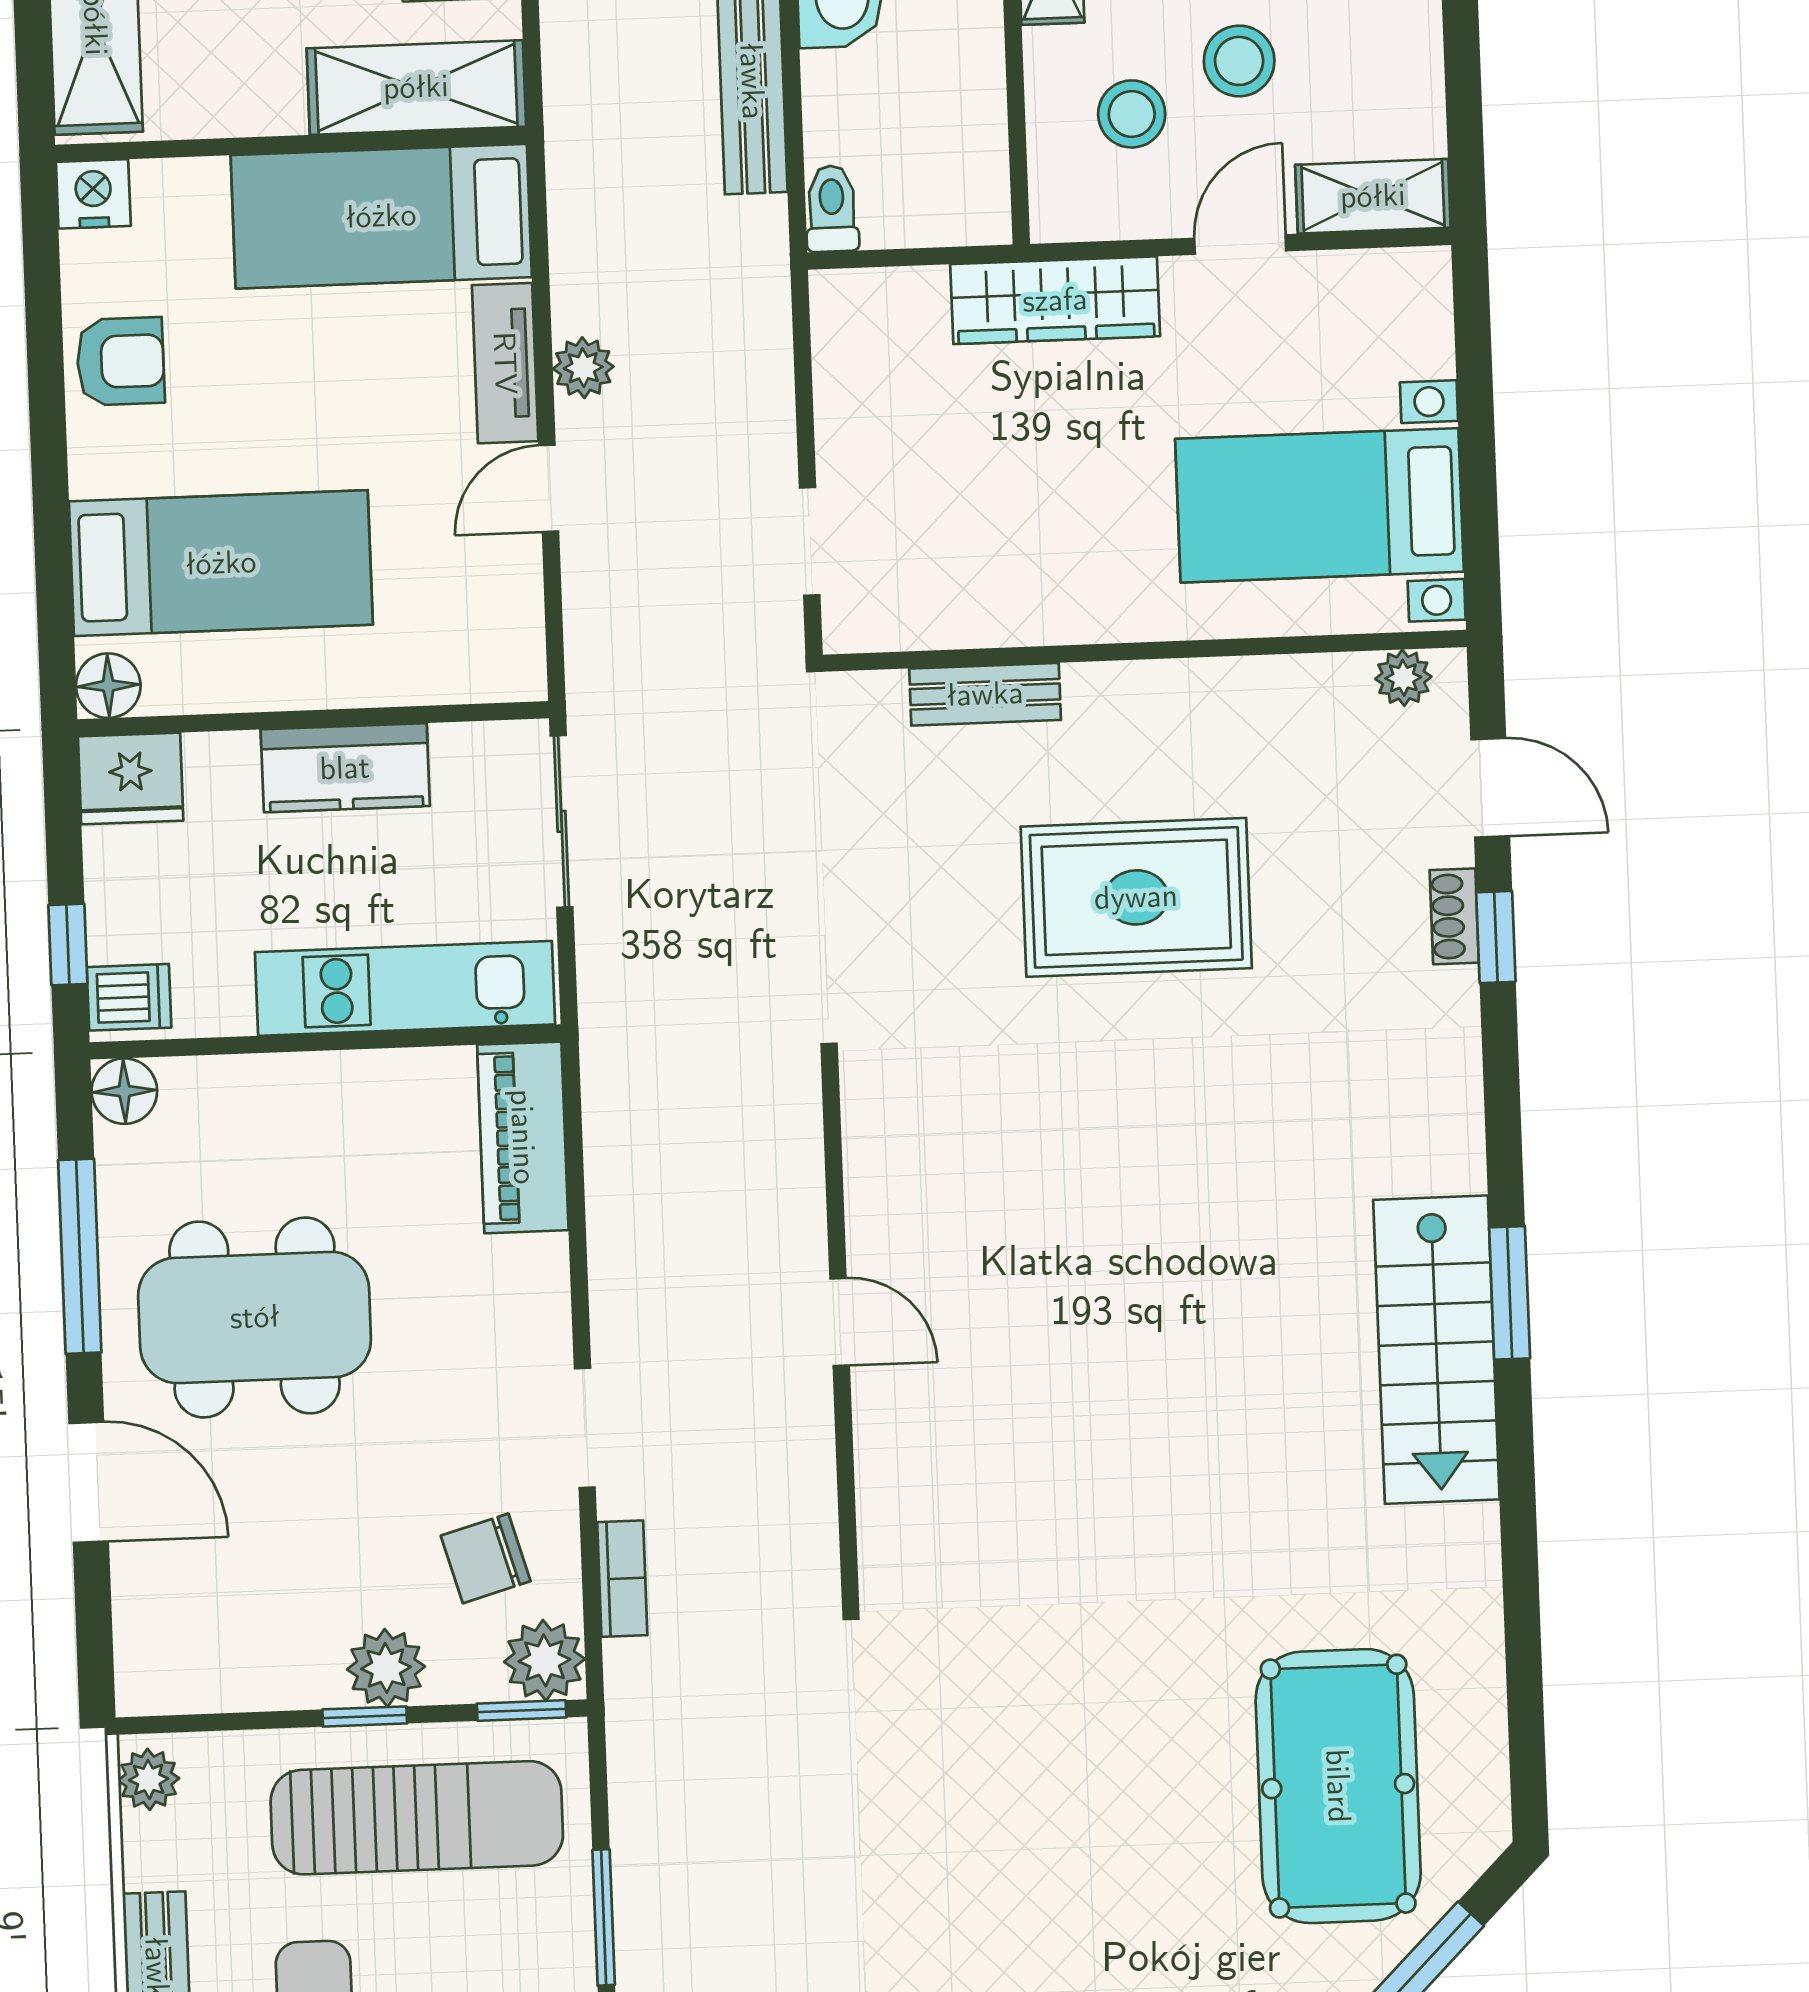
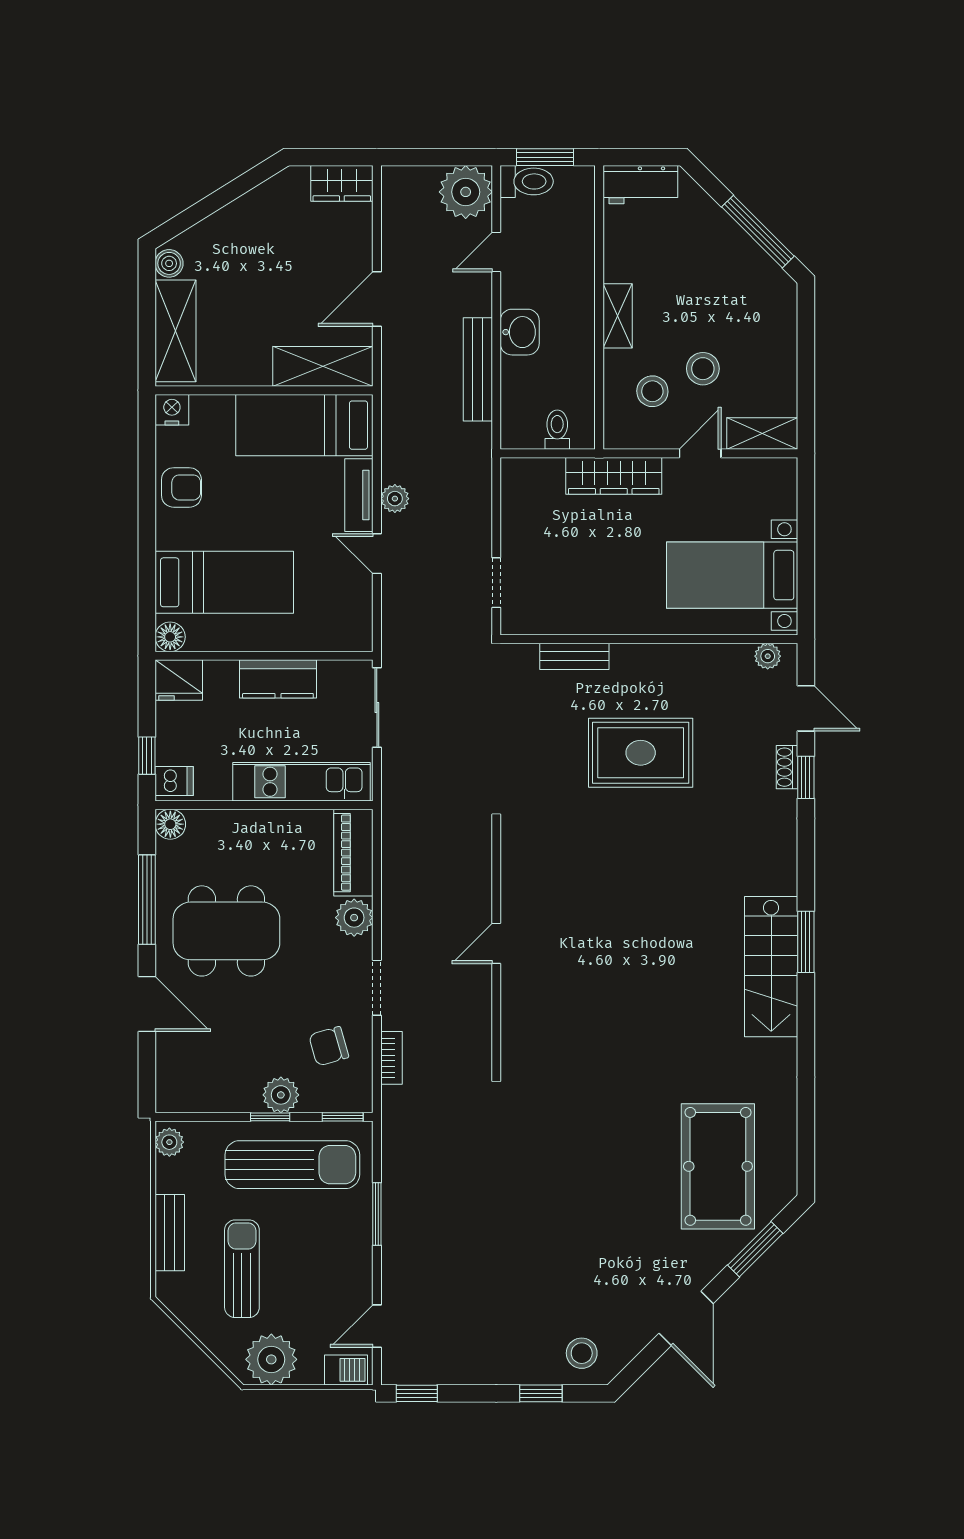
toilet: (832, 209) -> (557, 430), moved
door: (549, 488) -> (377, 554), hinge flipped
door: (840, 1322) -> (496, 943), swing flipped
plant: (545, 1660) -> (354, 918), moved

